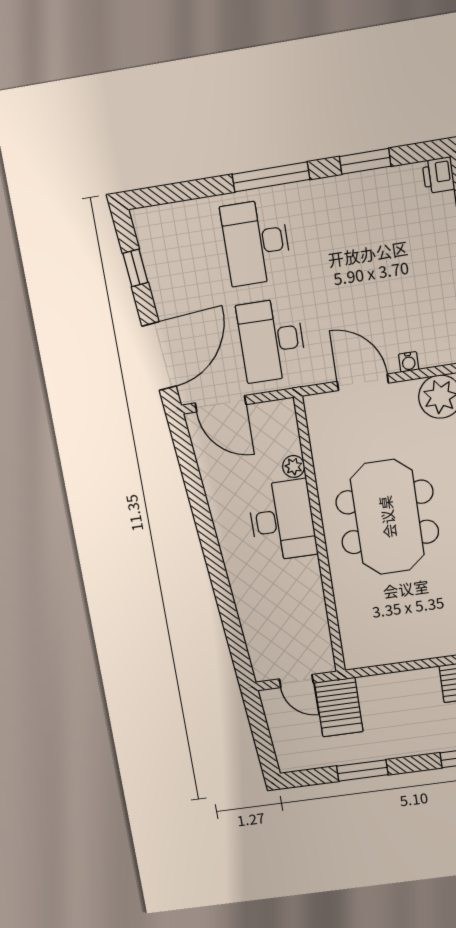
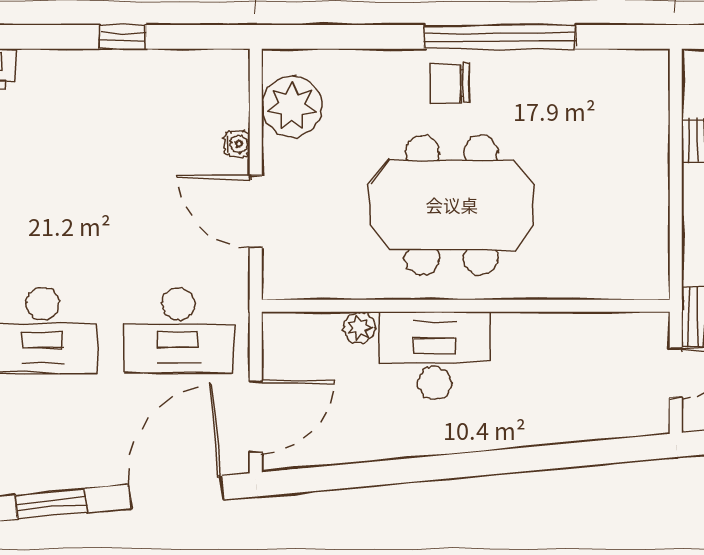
window: (135, 268) -> (51, 504), width x1.50
door: (159, 356) -> (176, 492), hinge flipped
door: (363, 382) -> (256, 212), hinge flipped

